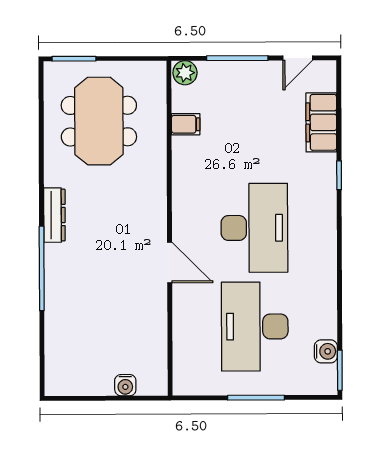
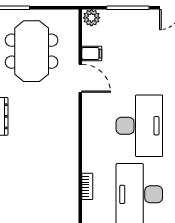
door: (170, 262) -> (80, 78), moved
bookcase: (180, 315) -> (87, 186), added

